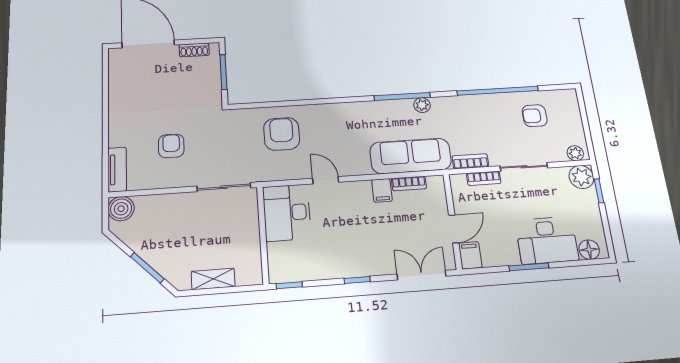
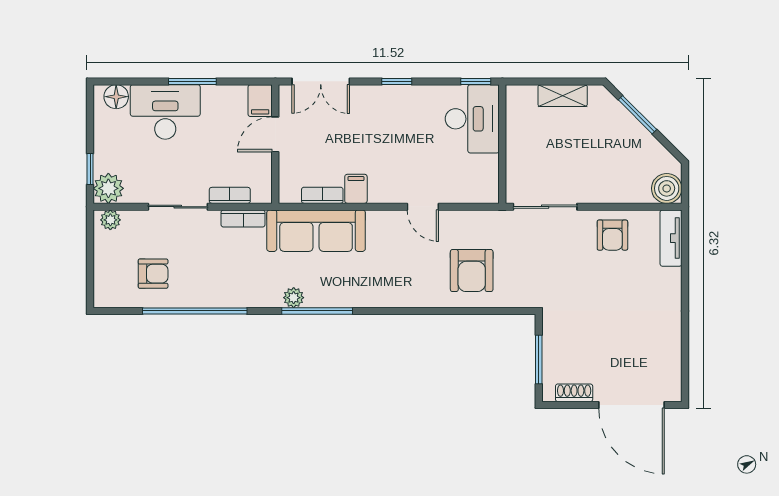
armchair: (171, 146) -> (612, 235), moved
desk: (287, 213) -> (472, 119), moved

